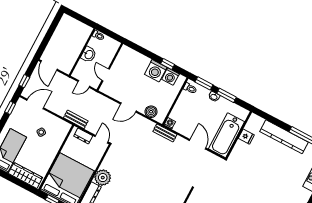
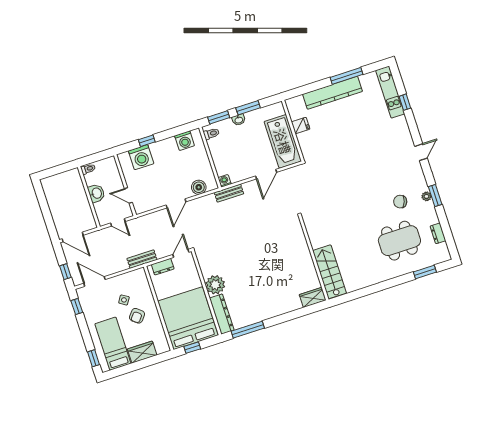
window: (168, 64) -> (147, 141), moved
washing machine: (156, 71) -> (141, 157), moved
door: (84, 84) -> (118, 222), hinge flipped
door: (35, 104) -> (95, 281), hinge flipped
door: (102, 139) -> (181, 253), hinge flipped
door: (198, 144) -> (266, 174), swing flipped
armchair: (39, 149) -> (137, 316), added
wardrobe: (25, 175) -> (142, 352), width x0.67

